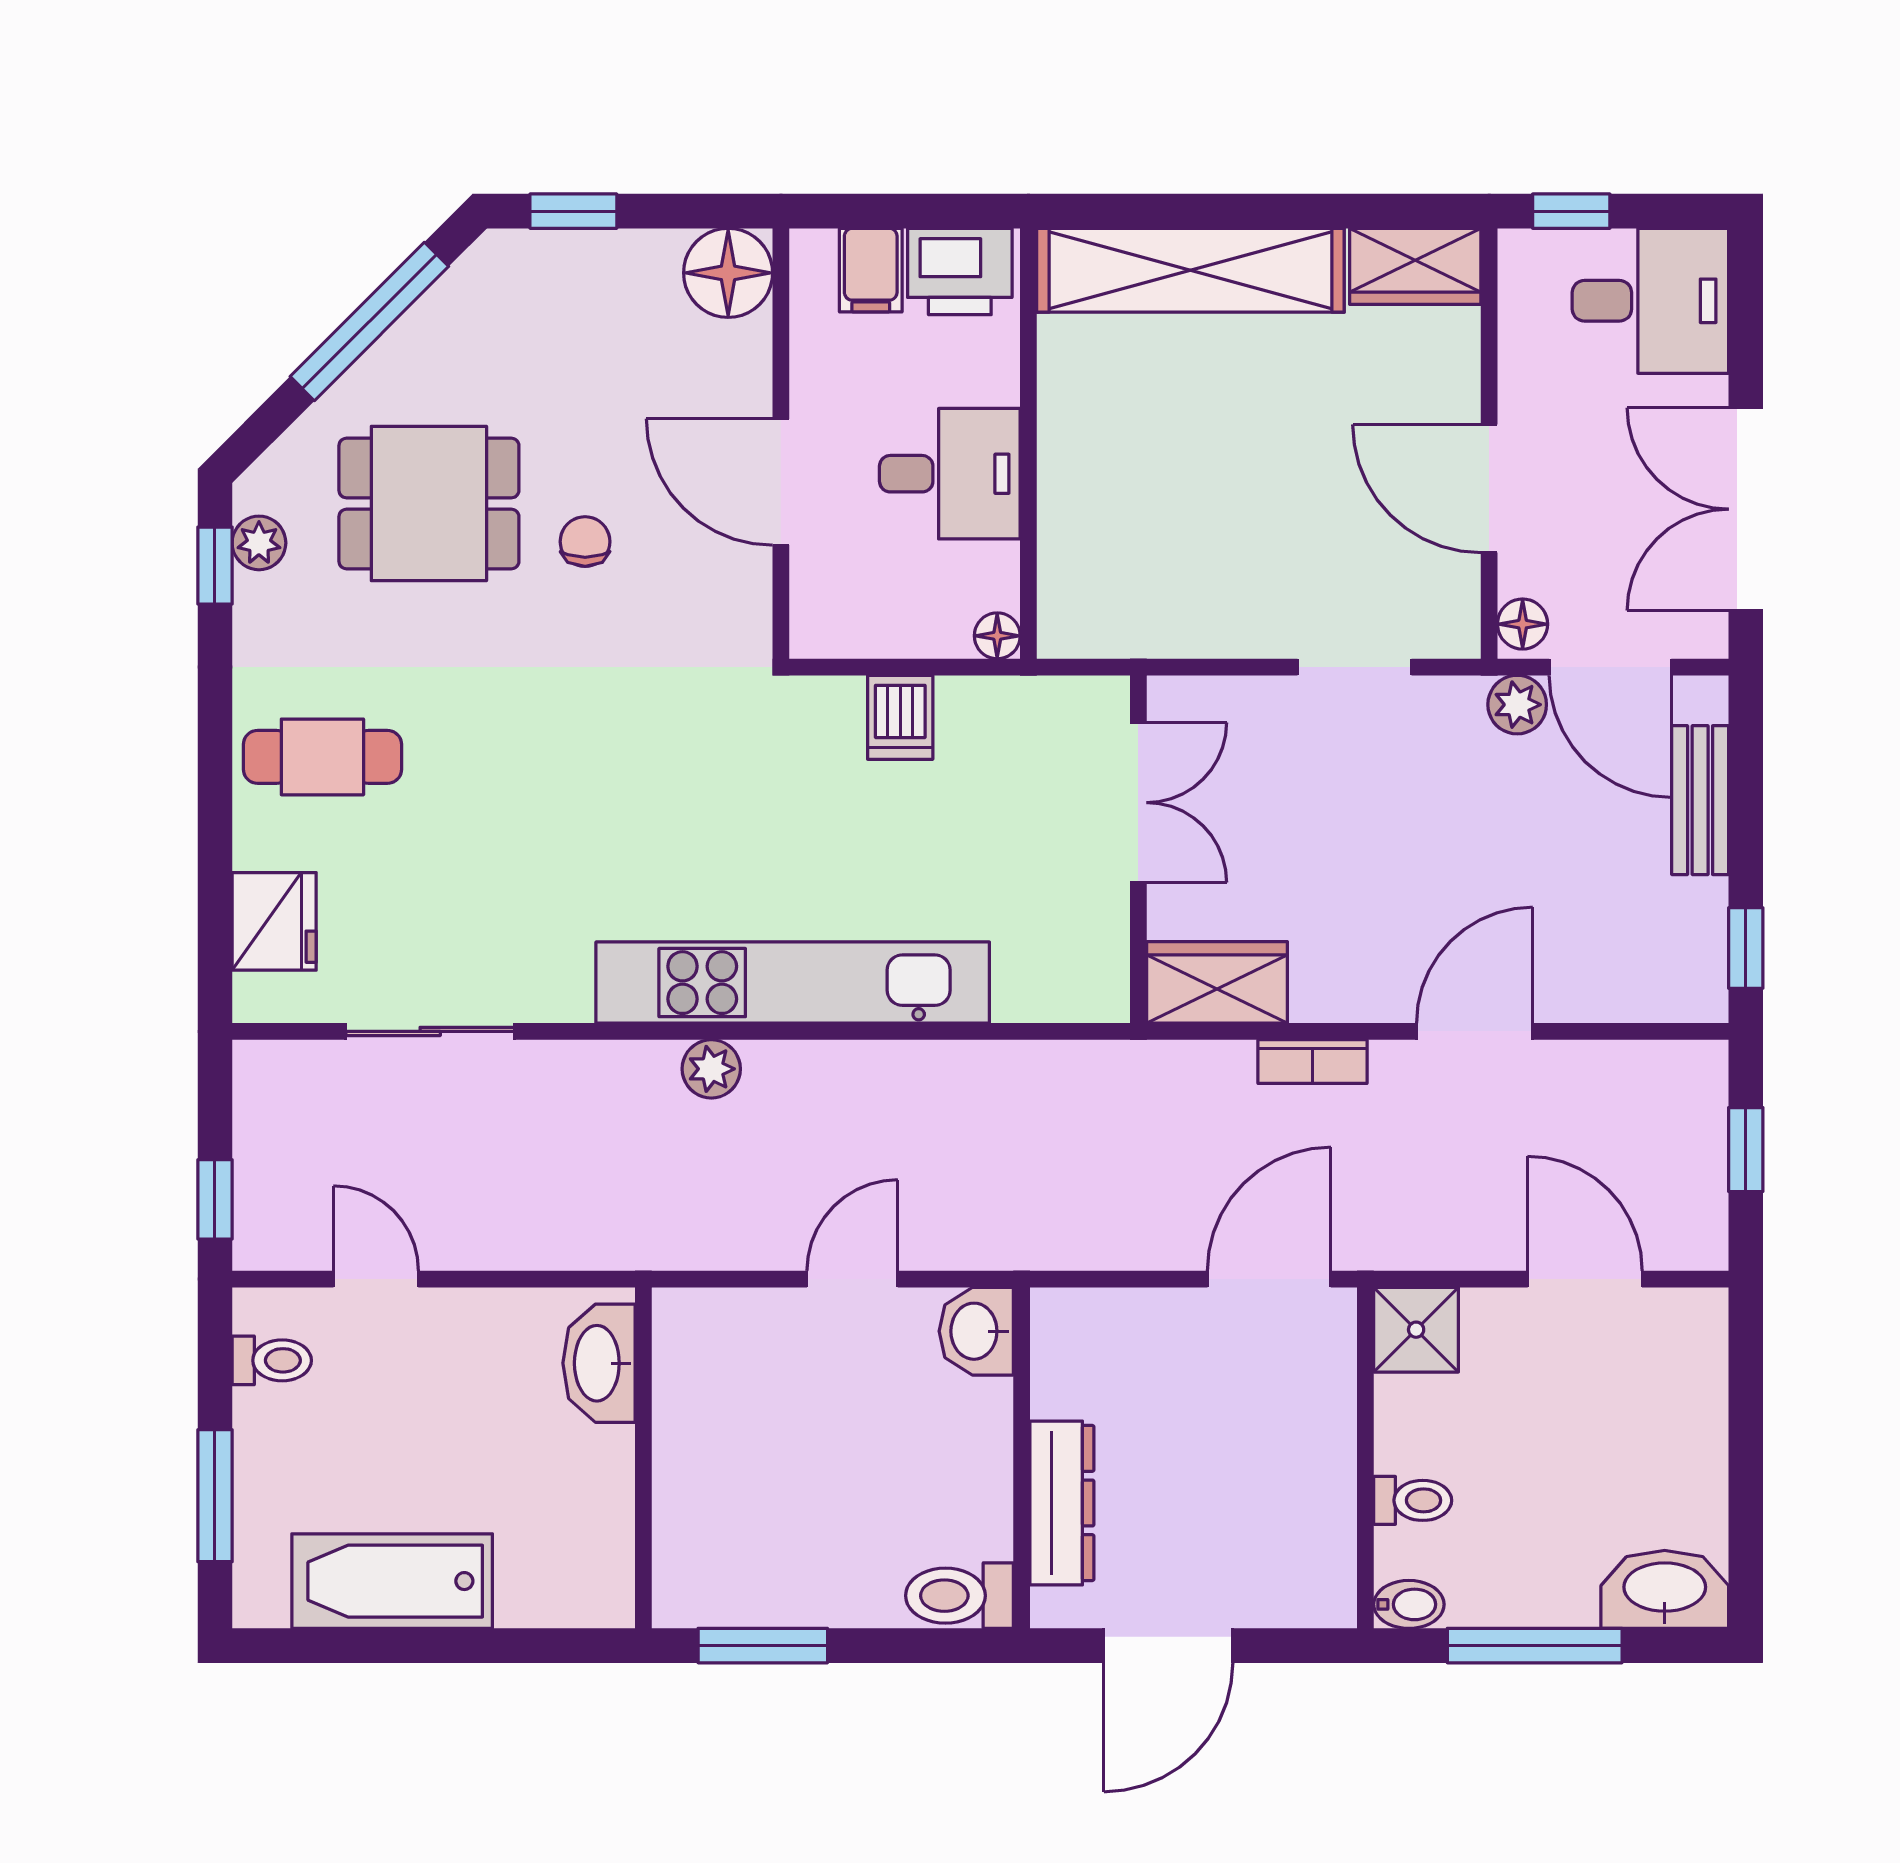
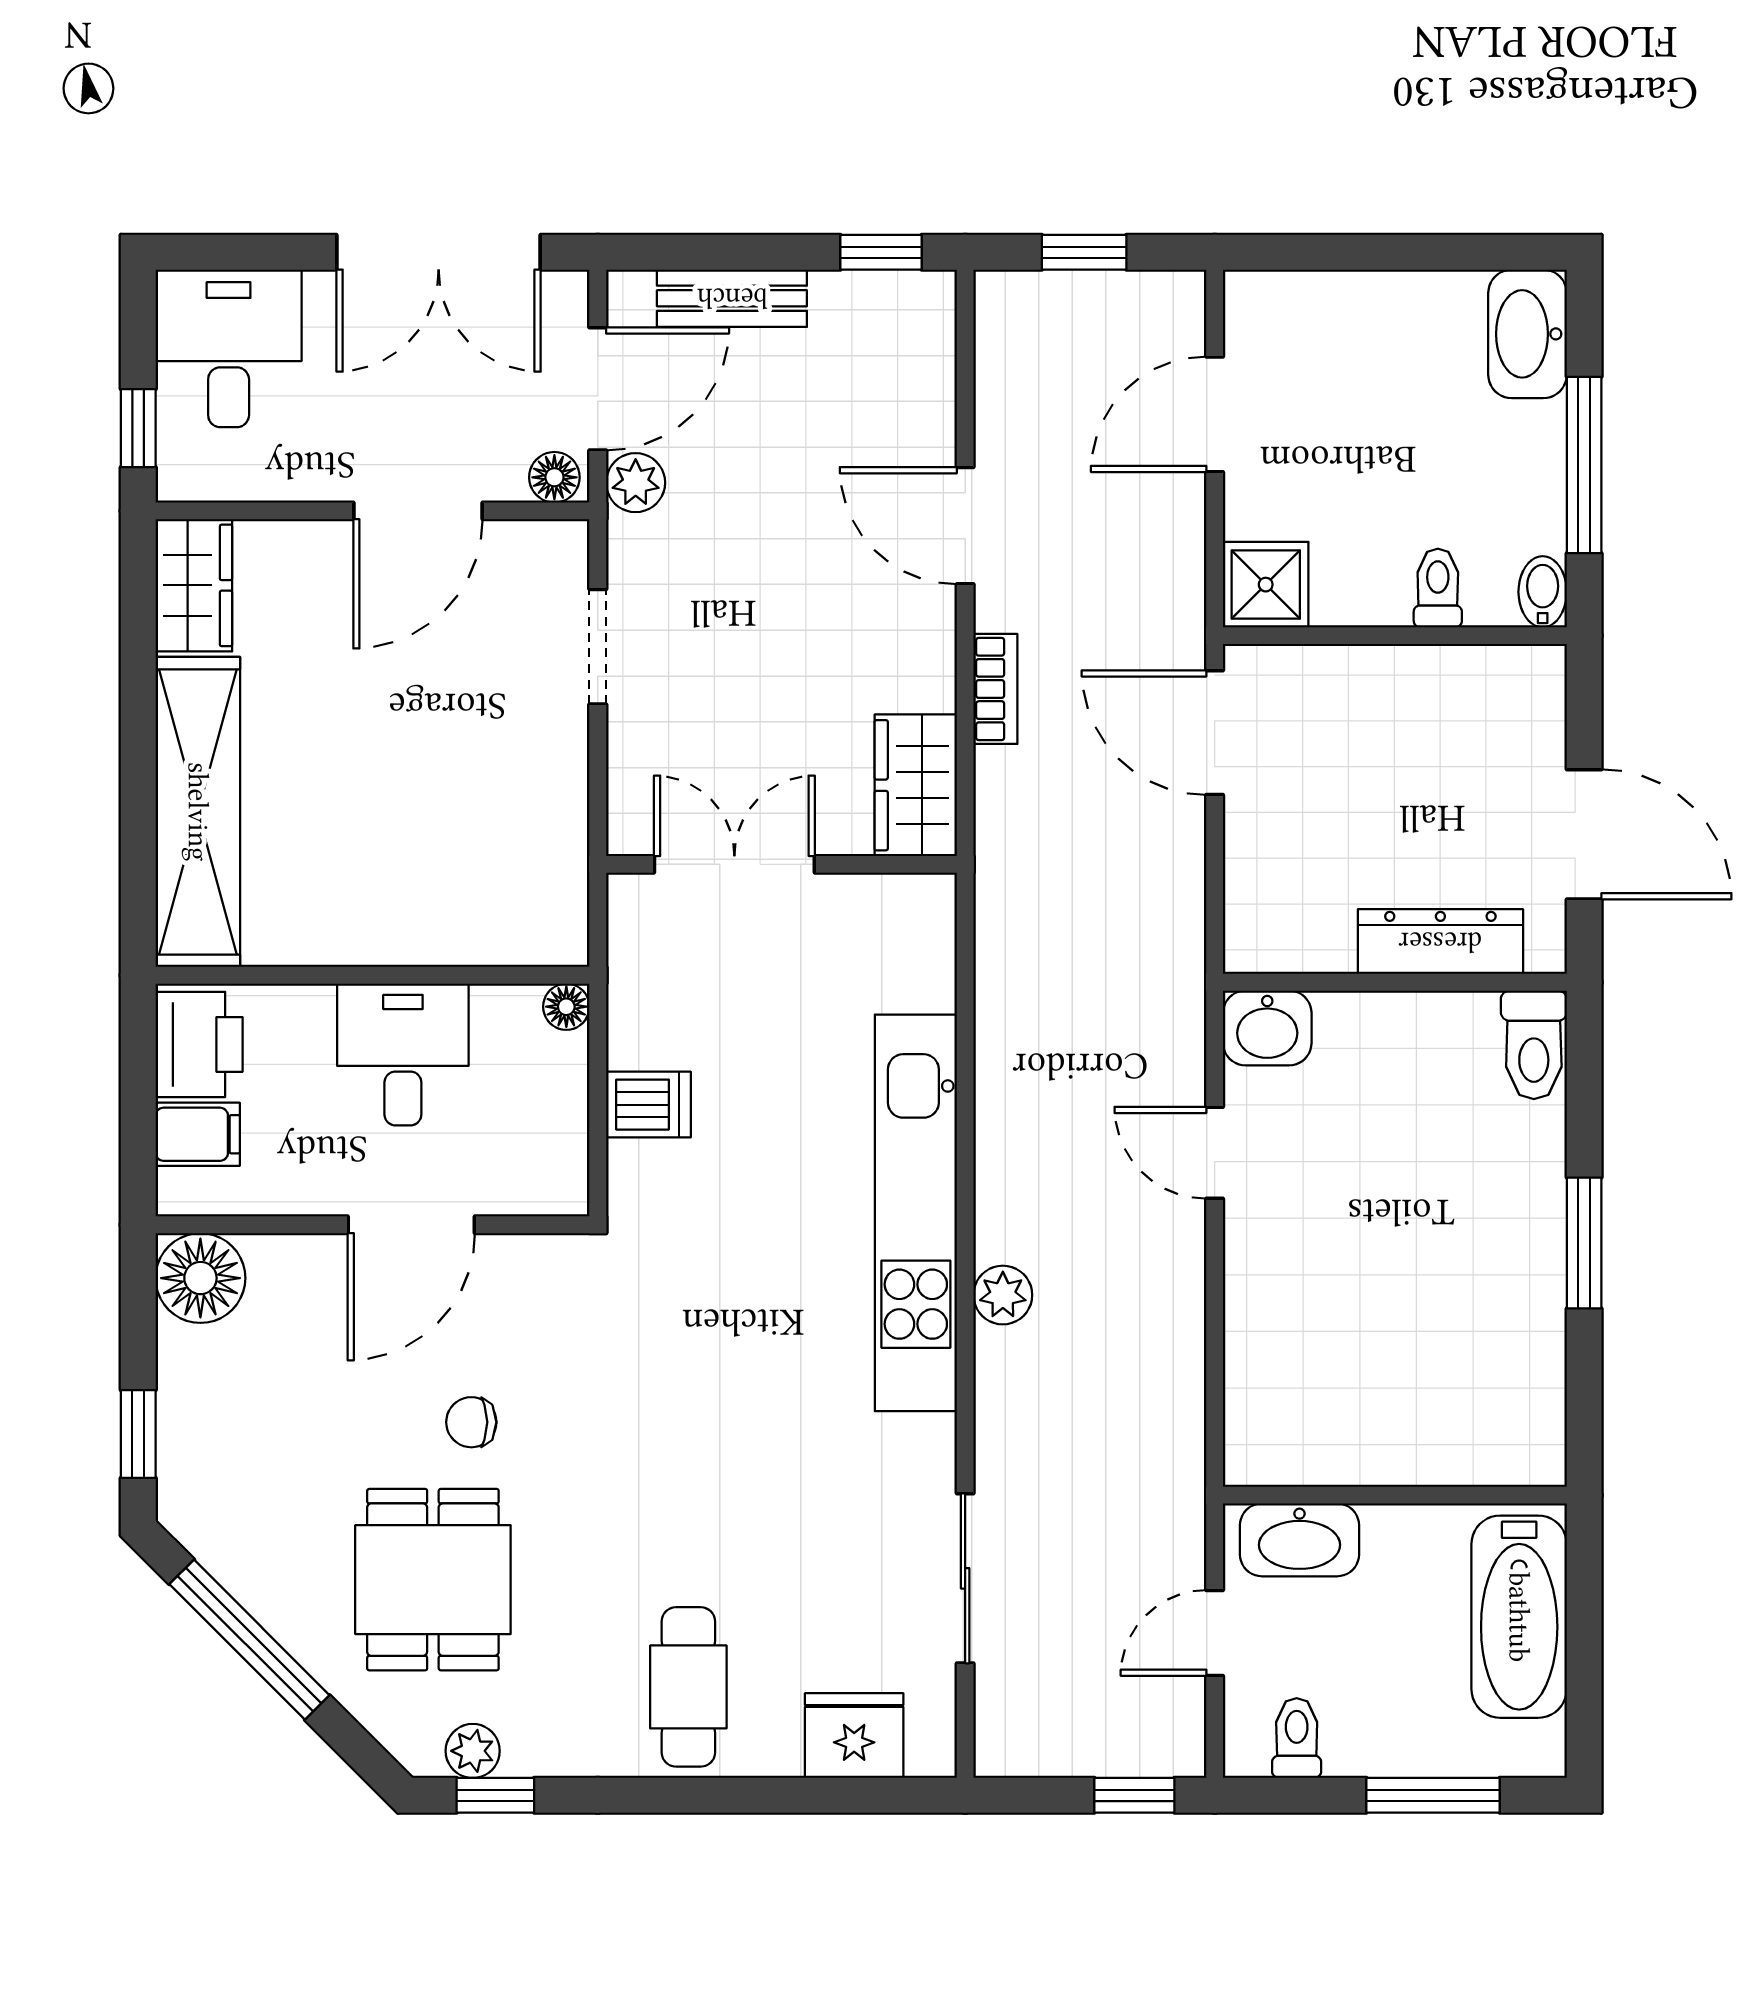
washbasin: (599, 1363) -> (1300, 1540), moved
wall: (643, 1458) -> (1395, 1495), moved

